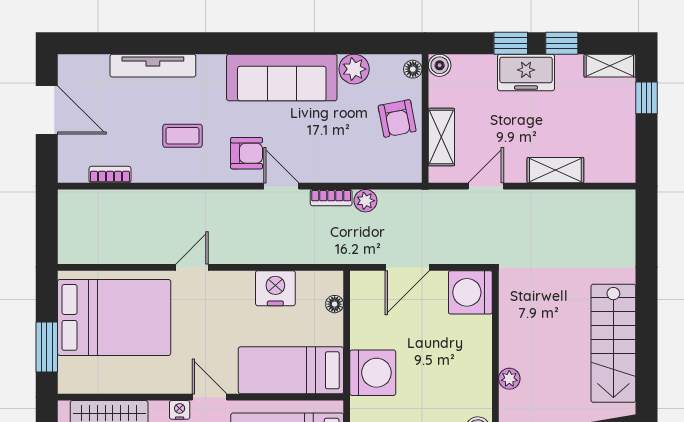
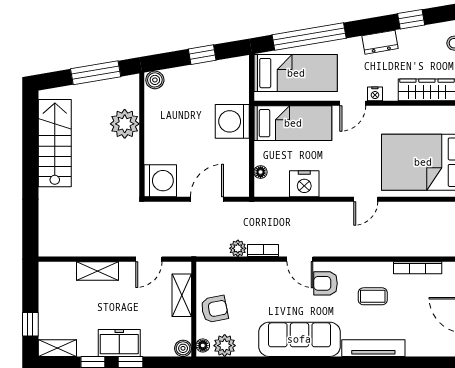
tv unit: (153, 66) -> (373, 348), moved
plant: (354, 69) -> (225, 346), moved
armchair: (397, 118) -> (214, 309), turned 90
bookcase: (110, 175) -> (418, 268), width x1.56
plant: (509, 379) -> (125, 124), width x1.87, depth x1.87
door: (210, 397) -> (353, 103), hinge flipped

